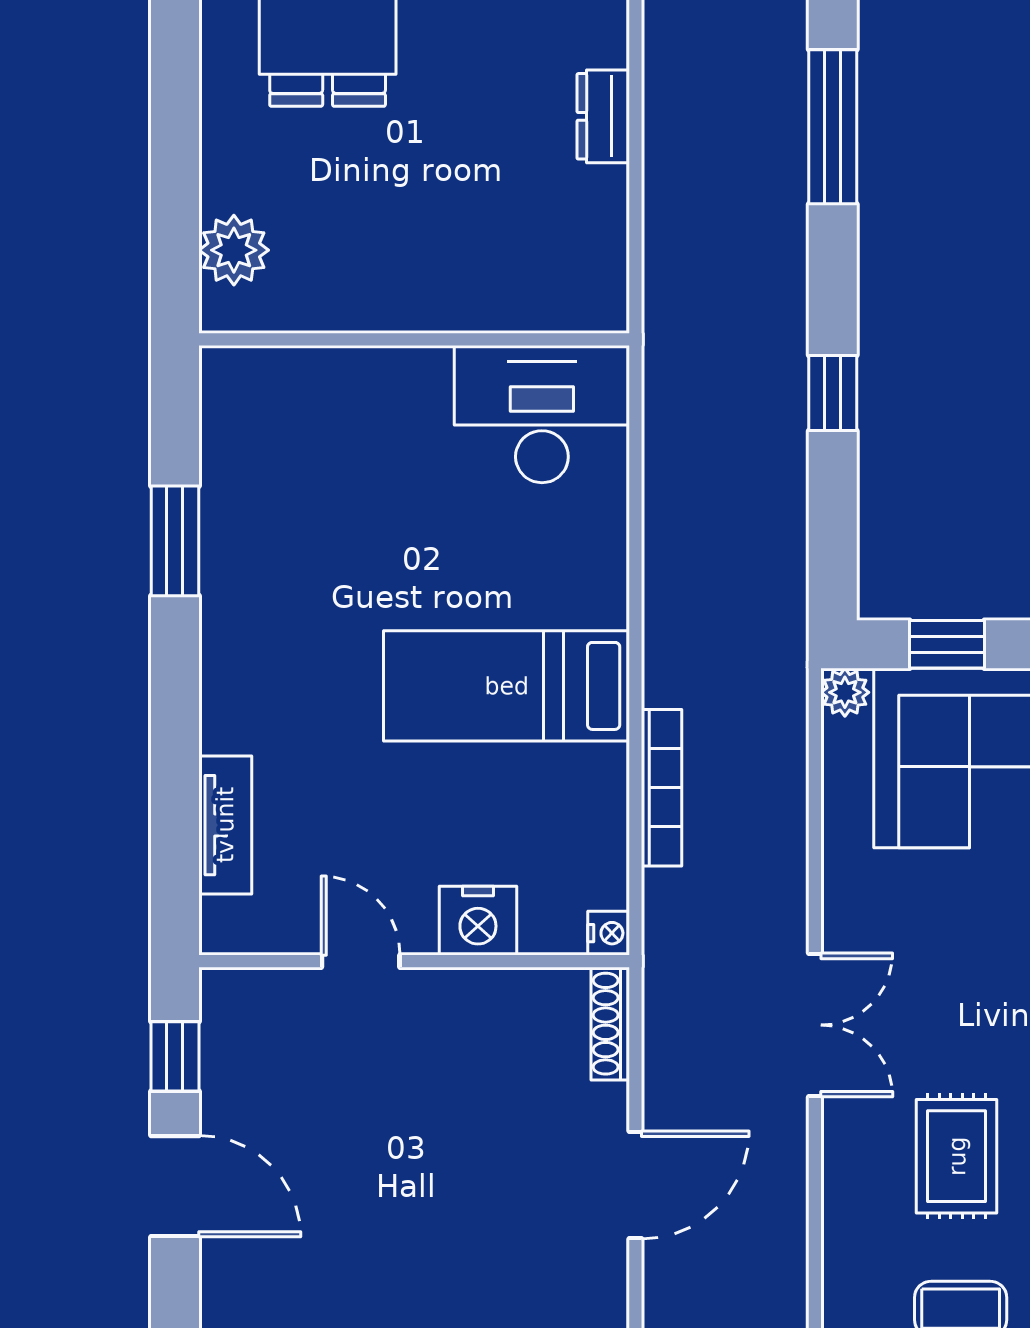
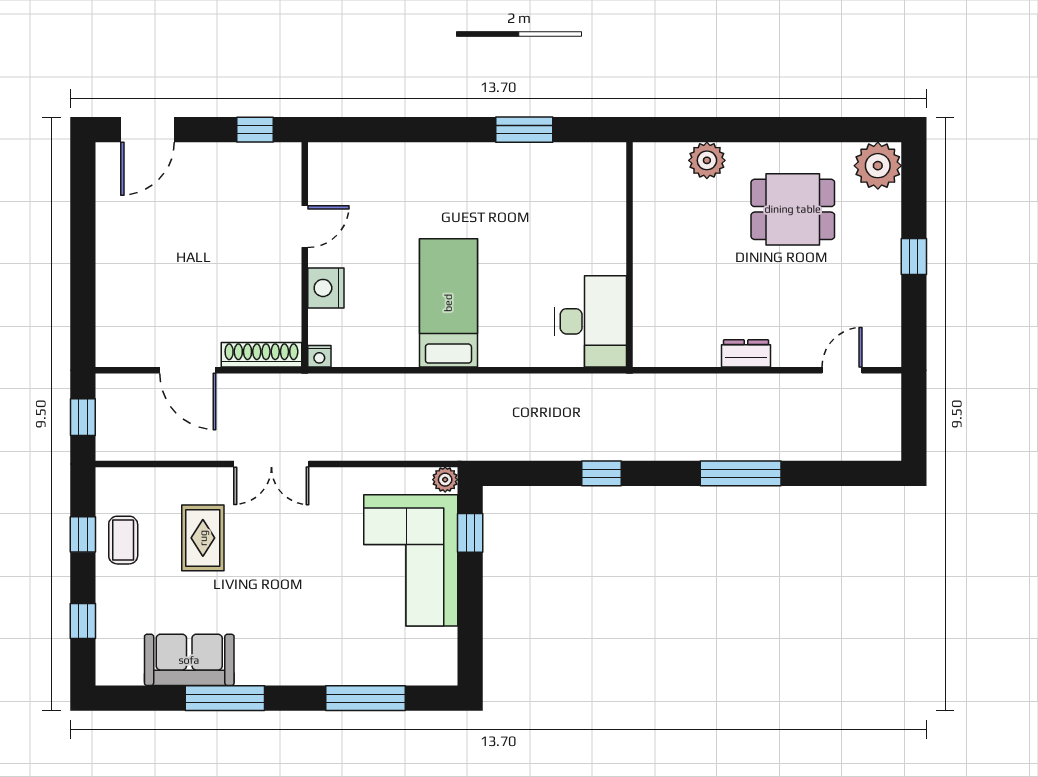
plant: (234, 250) -> (707, 160), moved
bookcase: (661, 788) -> (395, 384), removed
tv unit: (225, 825) -> (376, 156), removed
shoe rack: (610, 1024) -> (261, 355), width x1.36, depth x1.24
rug: (957, 1156) -> (203, 538), turned 90
door: (175, 1186) -> (148, 130), moved

